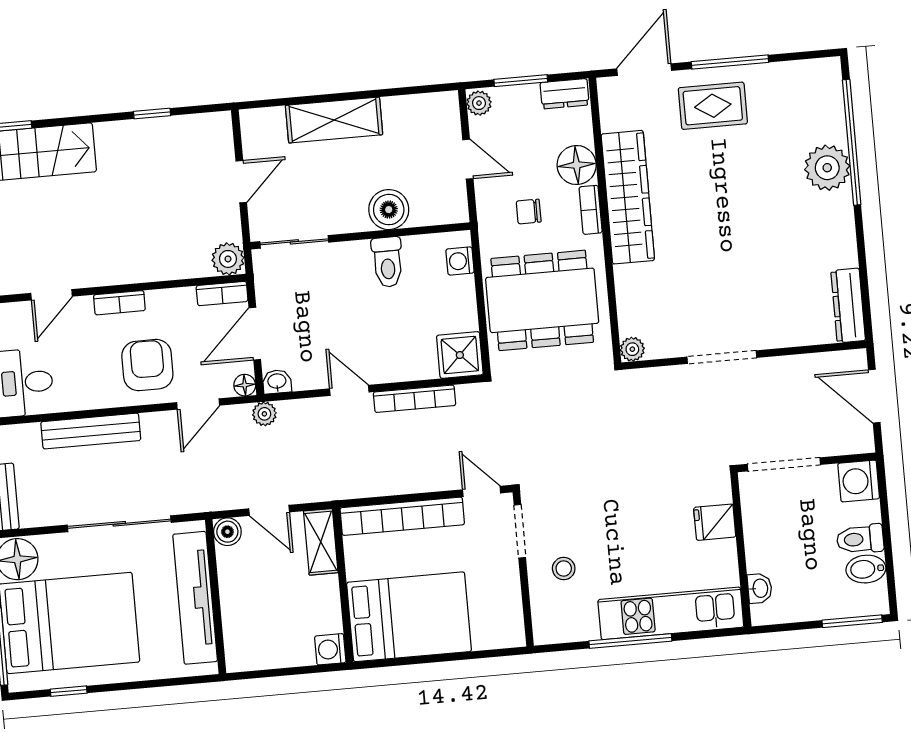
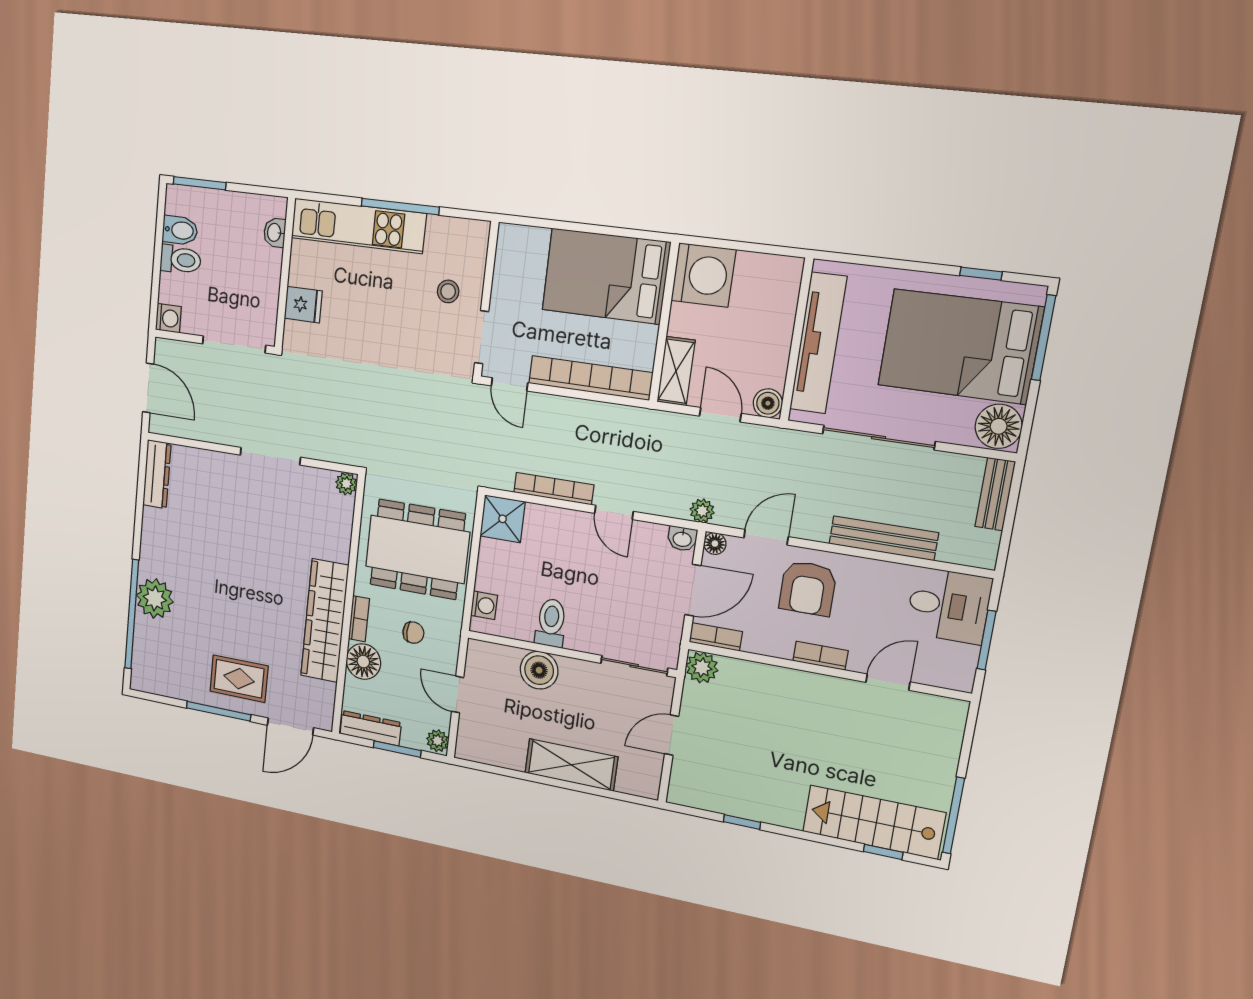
dresser: (565, 94) -> (371, 728), width x1.44
washing machine: (859, 481) -> (168, 318), width x0.73, depth x0.73
washing machine: (330, 649) -> (703, 275), width x1.89, depth x1.89

